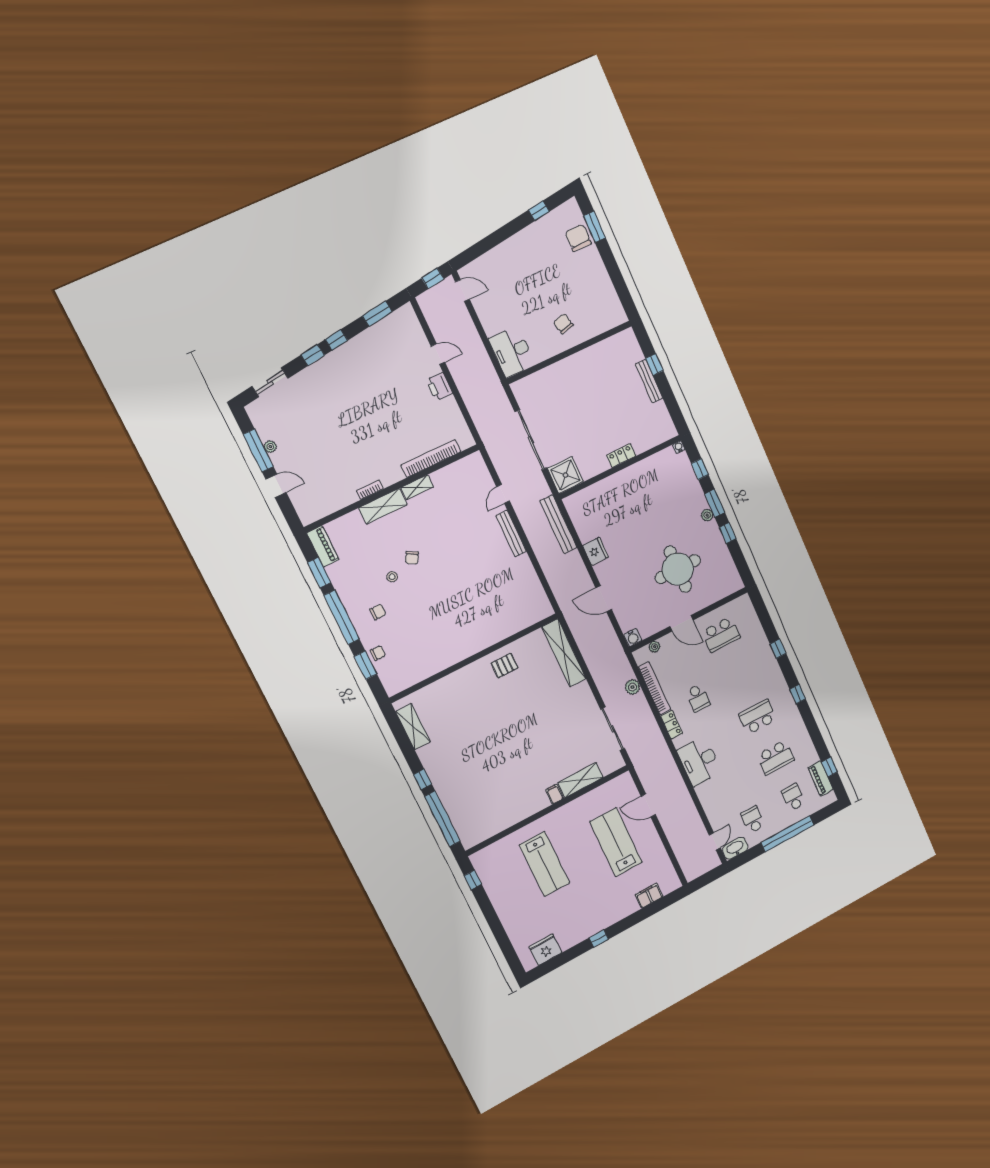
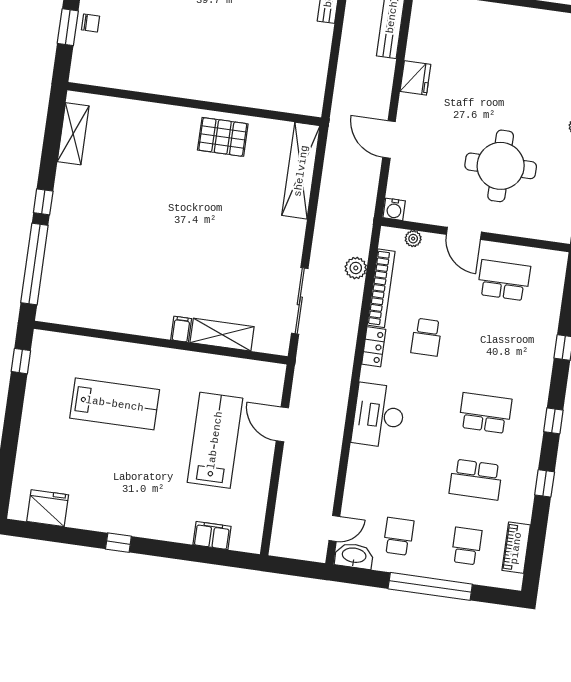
school desk: (721, 634) -> (504, 280), turned 180
pallet: (505, 666) -> (223, 137), width x1.50, depth x1.42
window: (829, 767) -> (545, 483), moved
lab bench: (544, 864) -> (115, 404), turned -90

